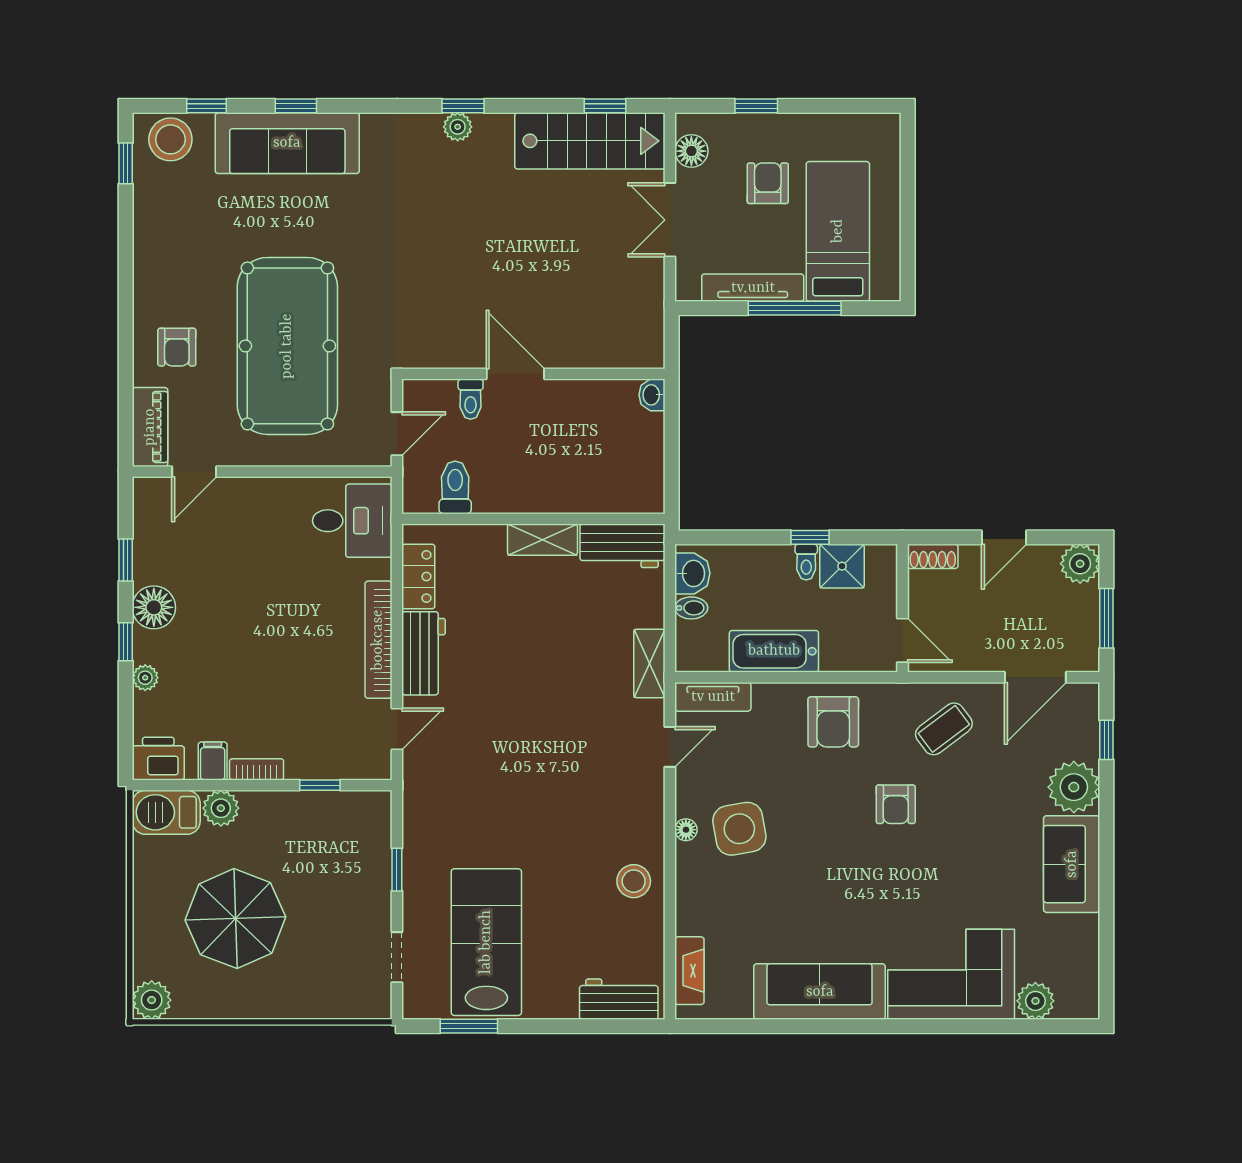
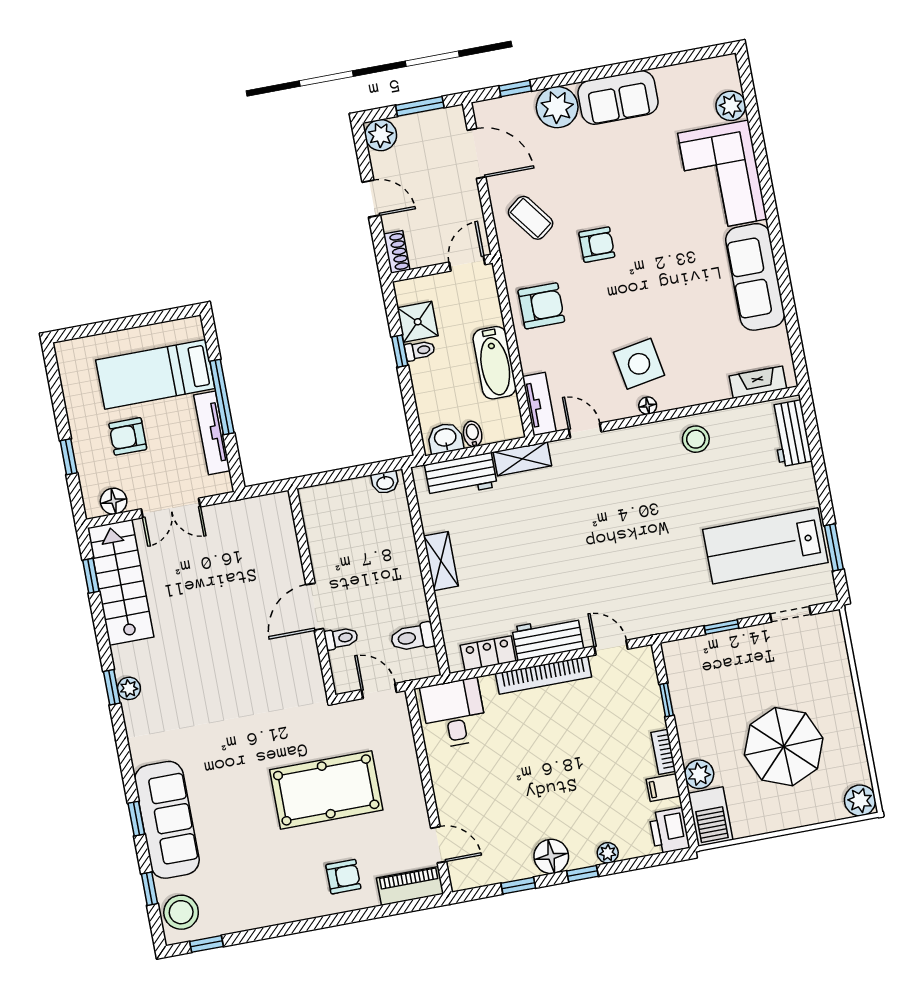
pool table: (287, 346) -> (326, 790), width x0.73, depth x0.76
washbasin: (652, 395) -> (385, 482), moved
workbench: (622, 546) -> (461, 476), moved, turned 90

